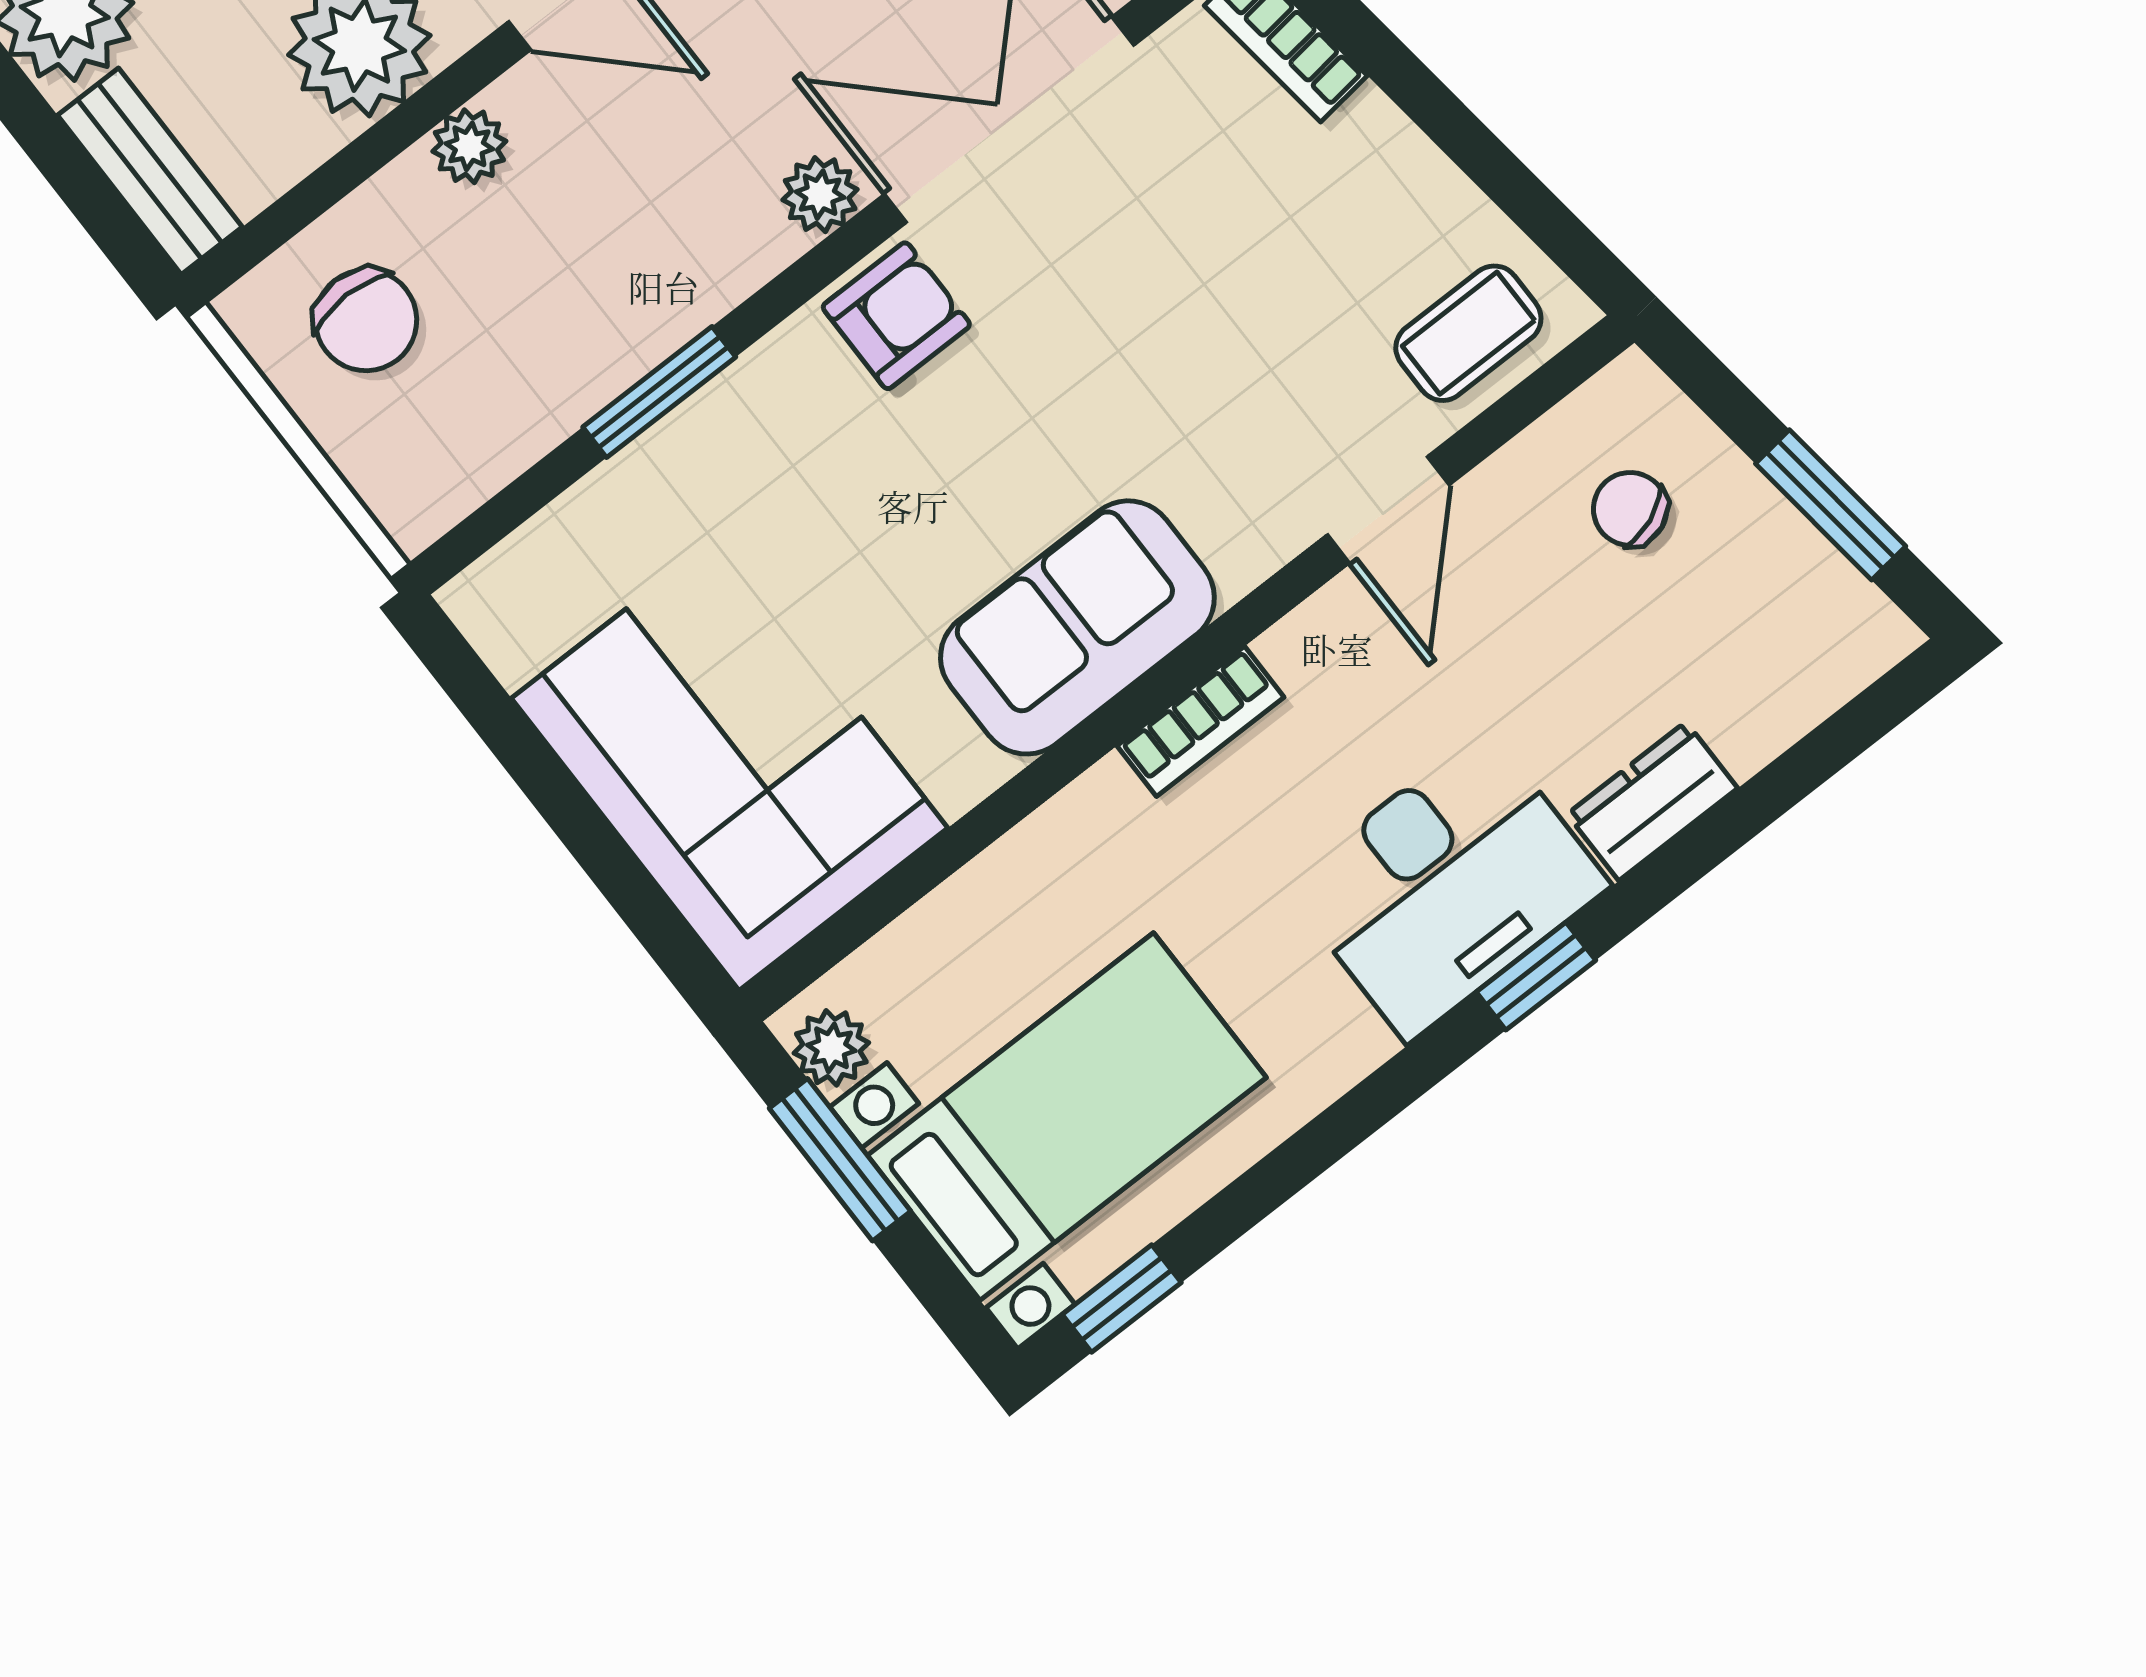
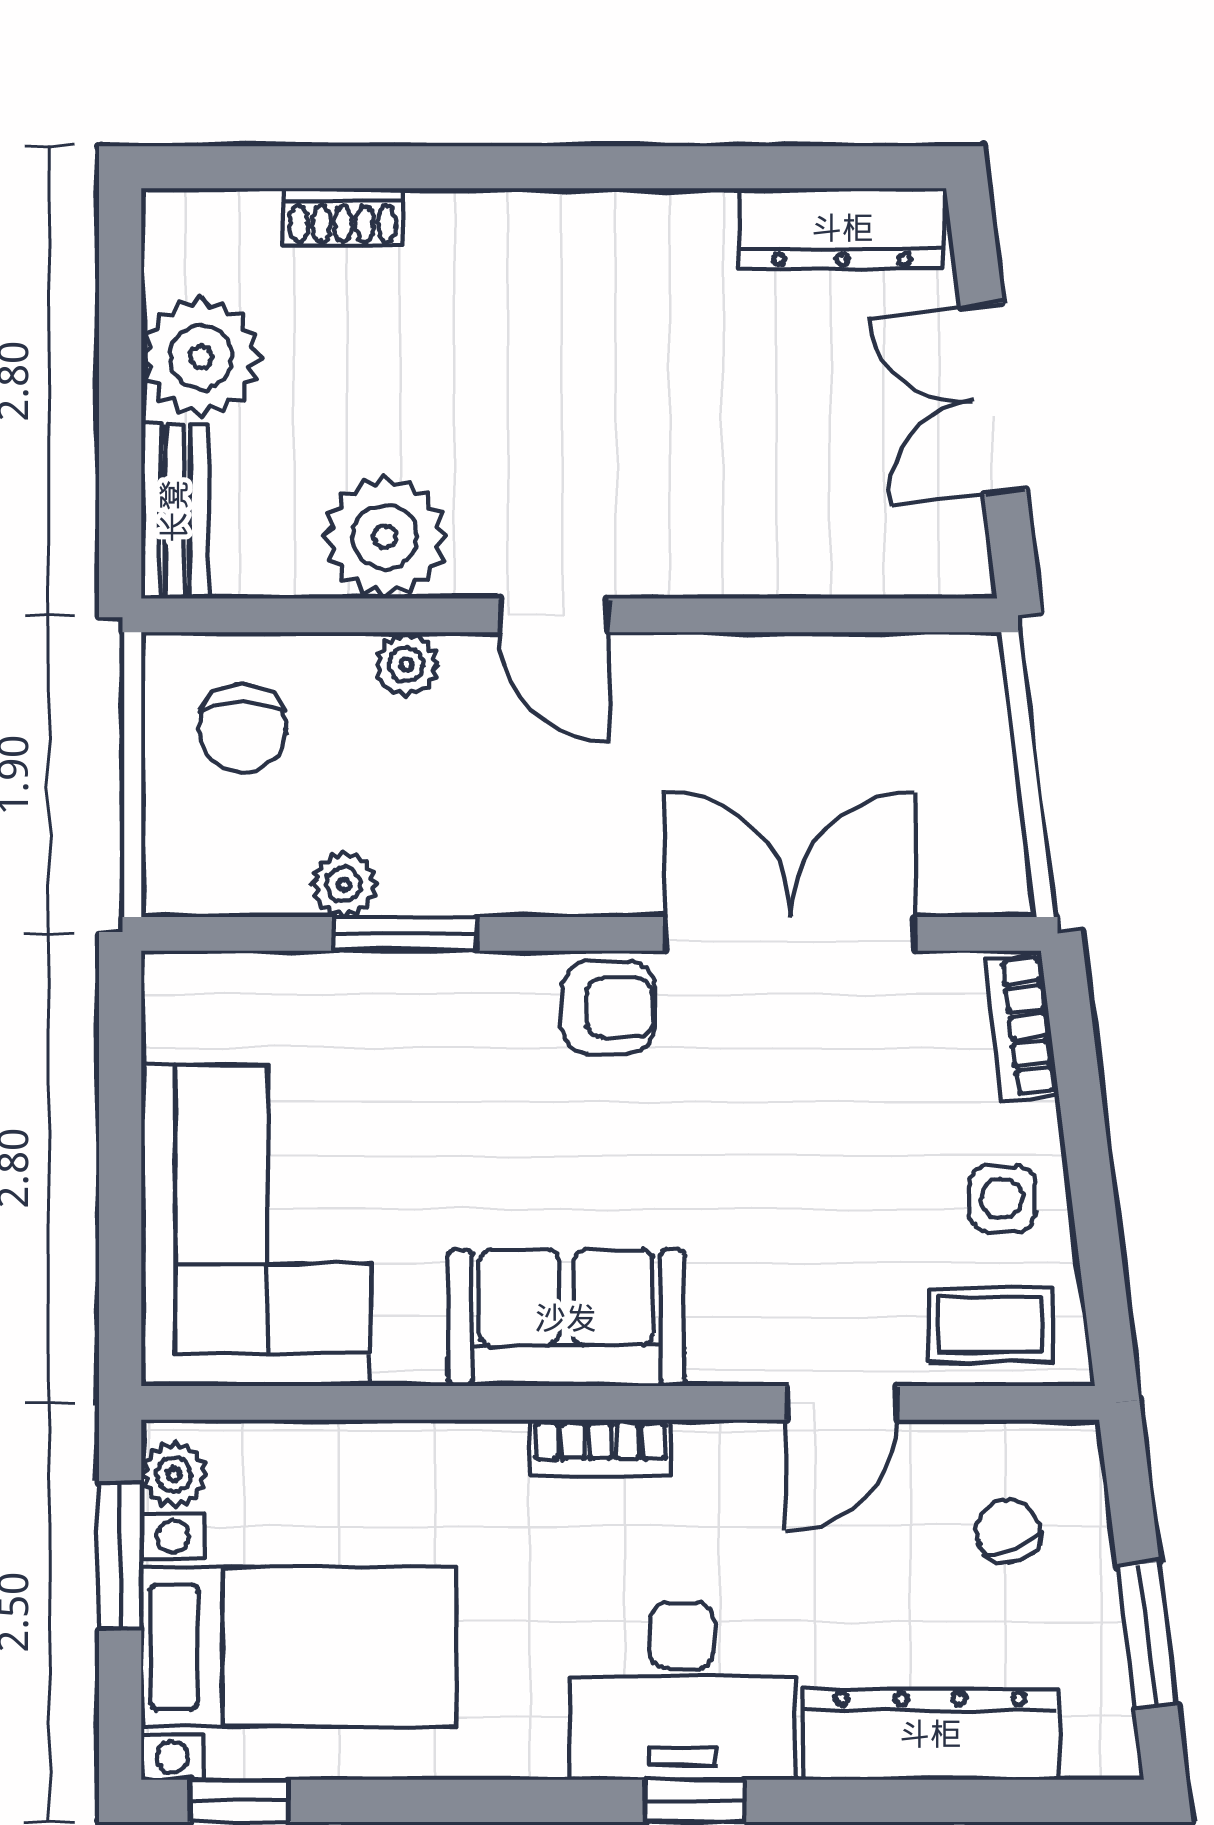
plant: (820, 195) -> (344, 884), moved
side table: (1389, 211) -> (1001, 1199), added
dresser: (1652, 801) -> (930, 1734), width x1.96, depth x1.24

